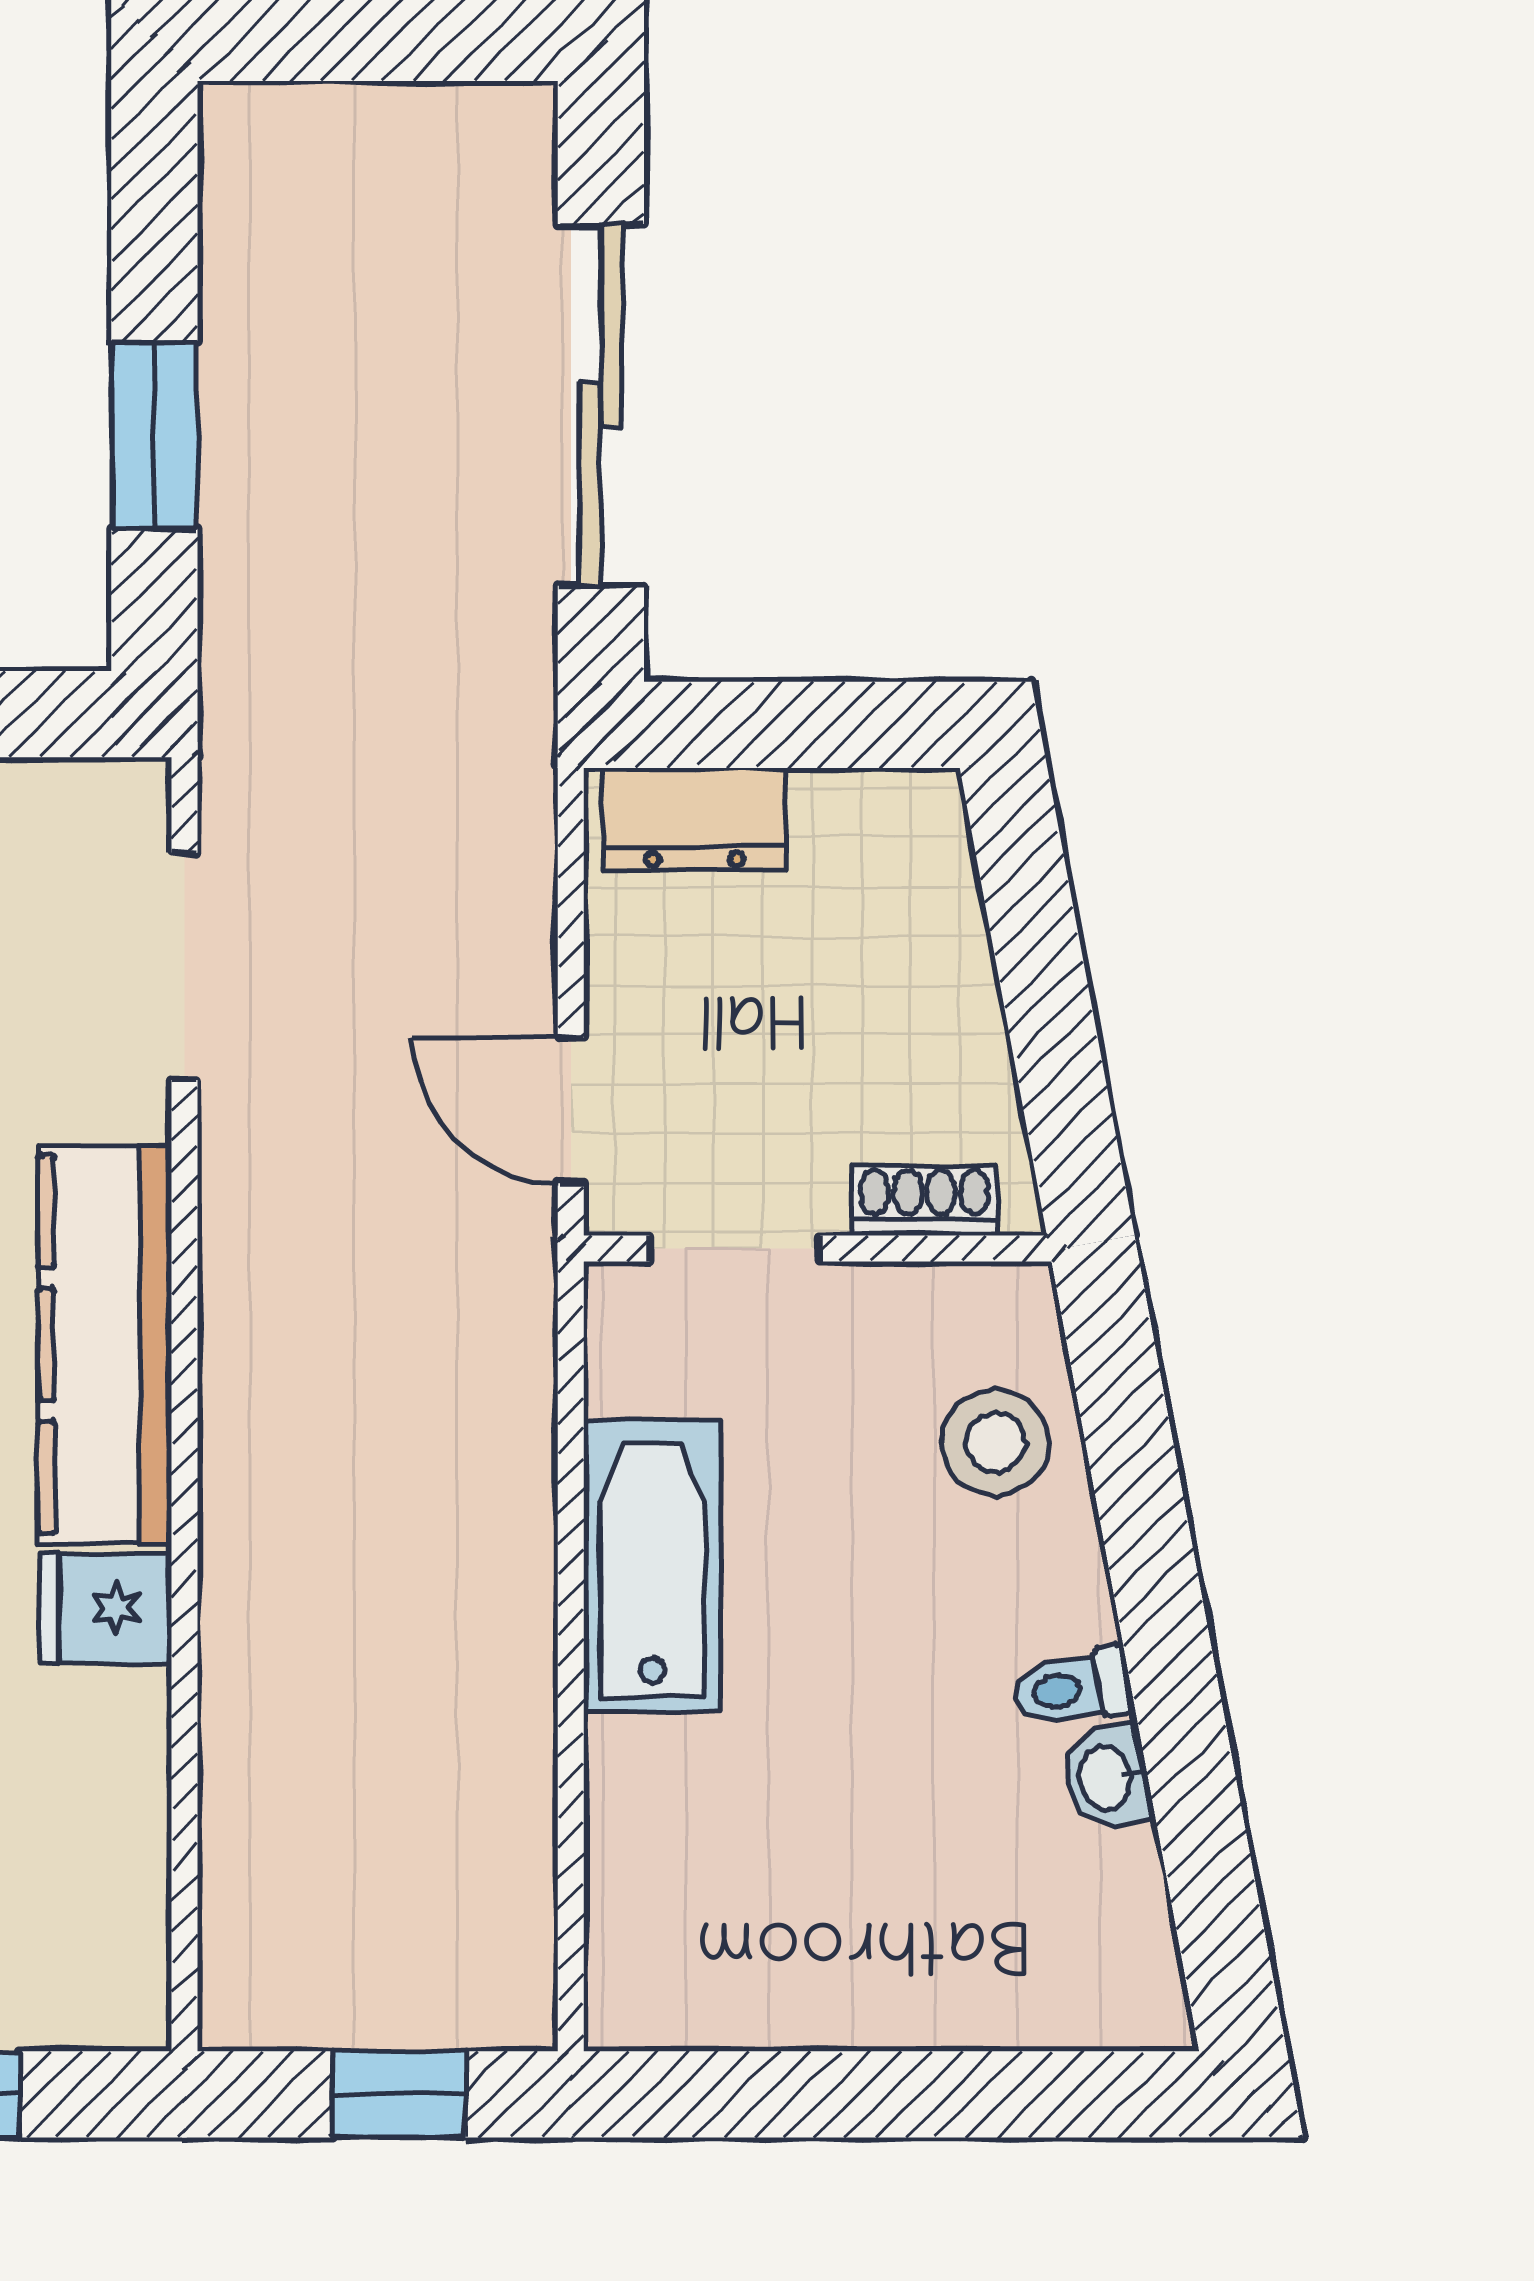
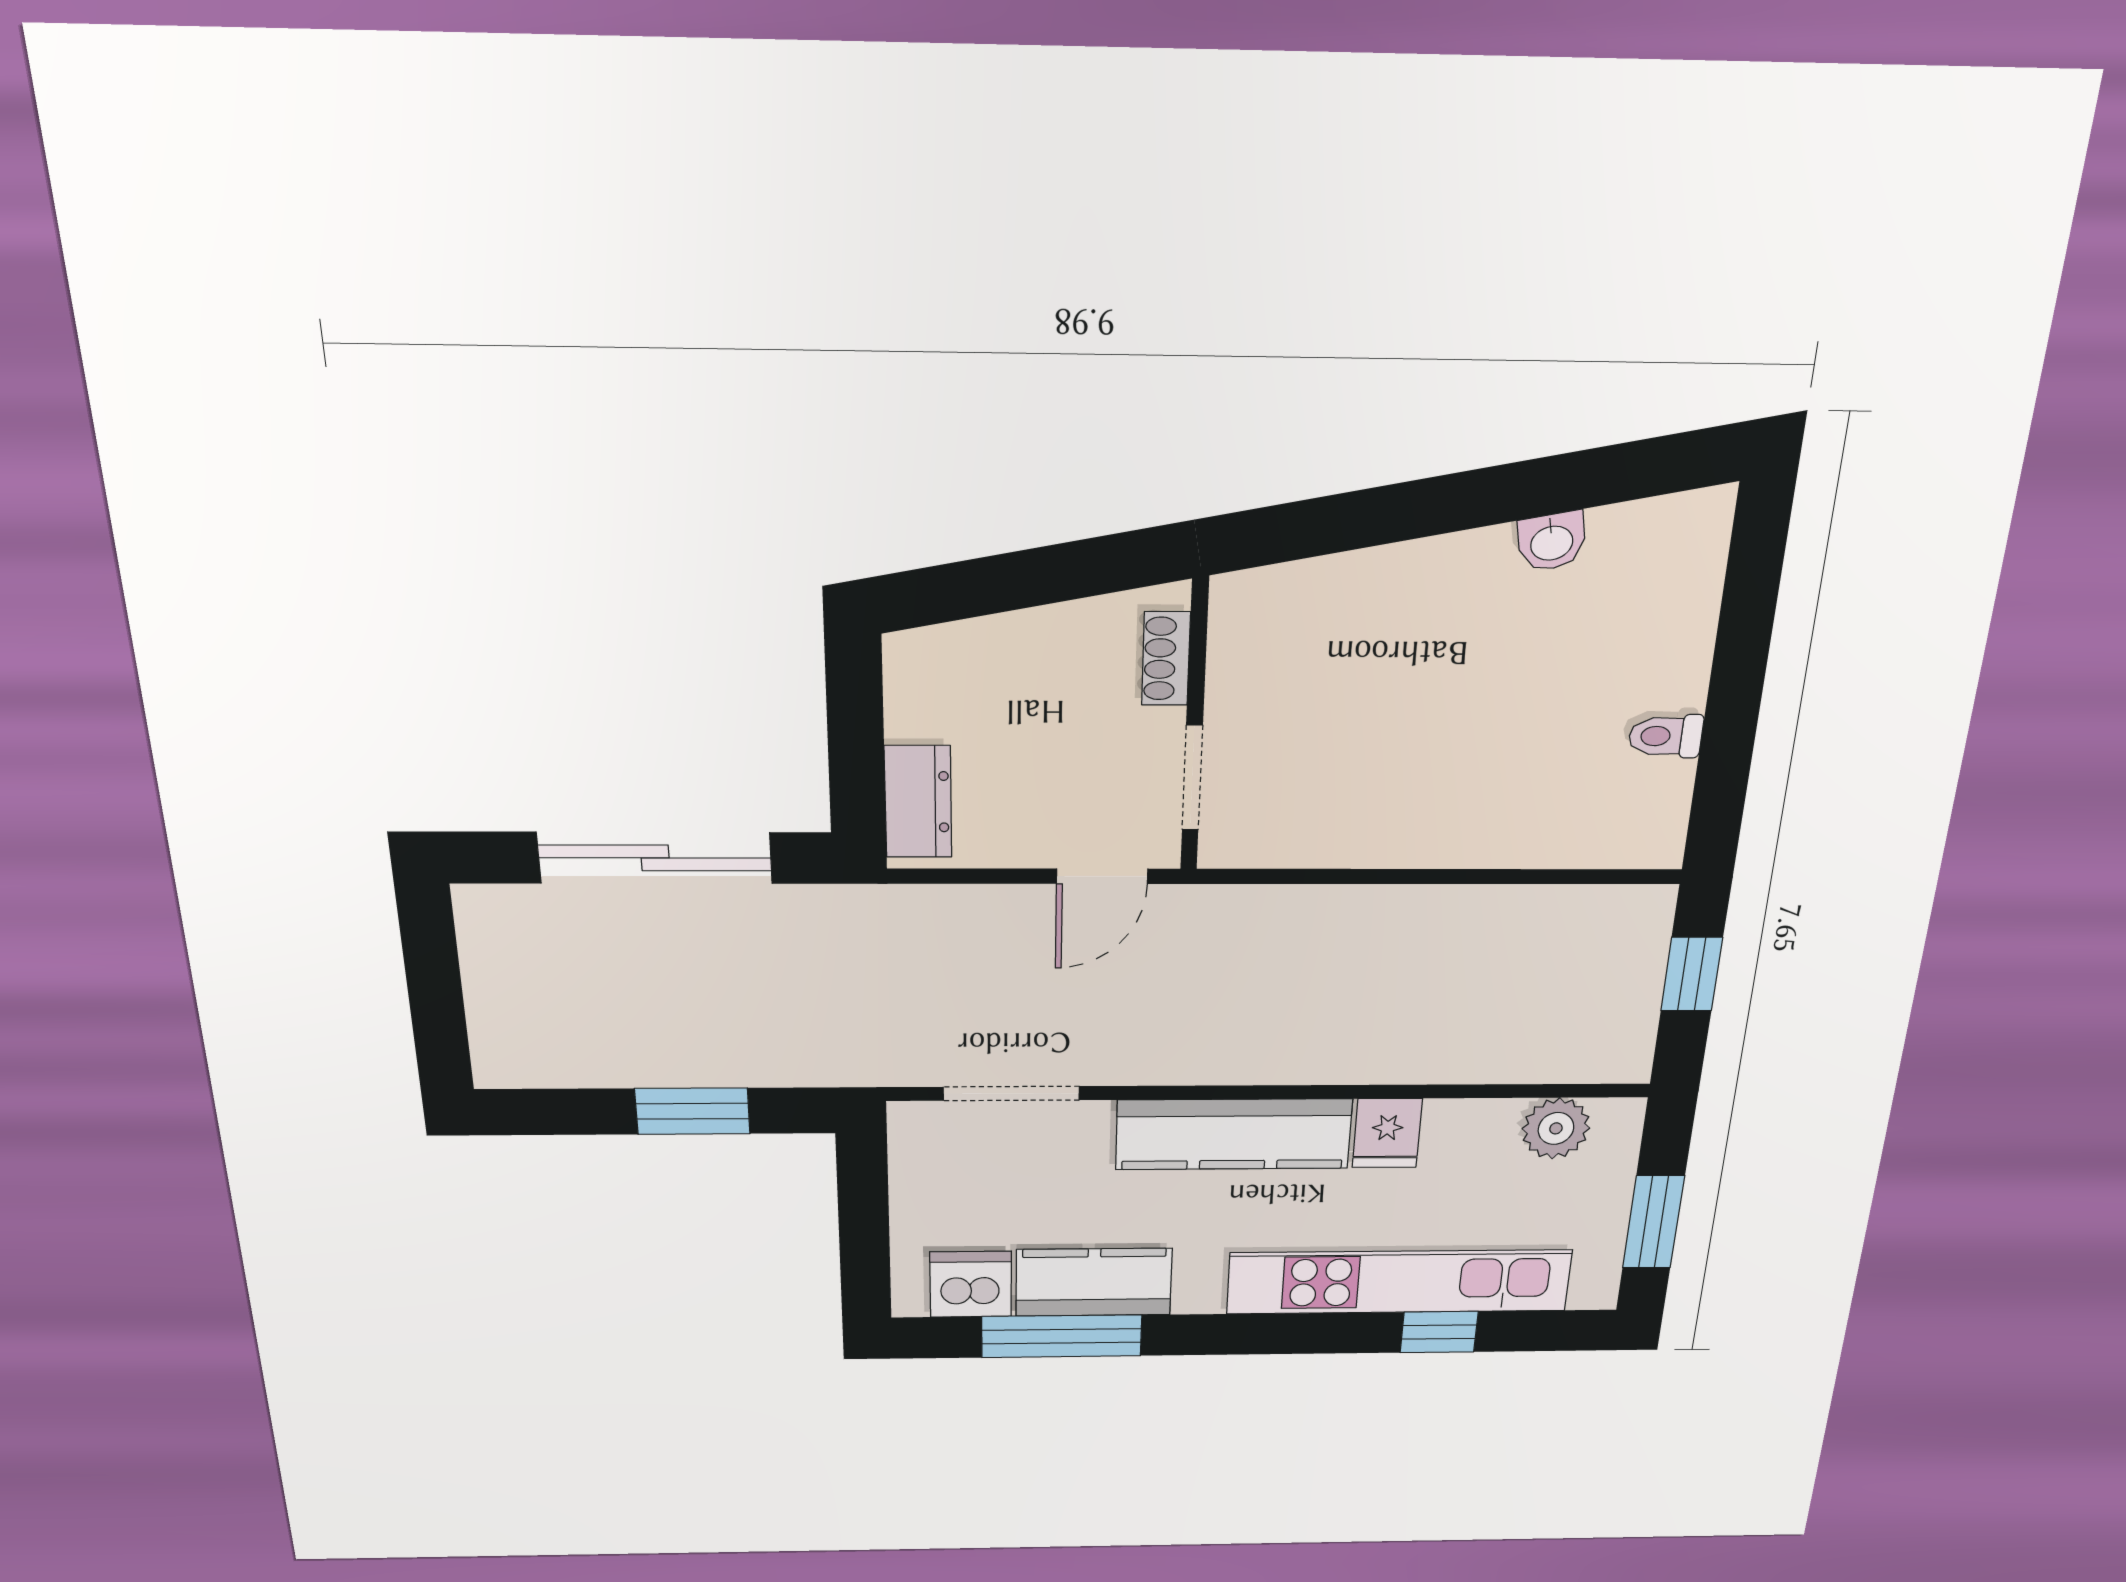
stool: (996, 1443) -> (1326, 614), removed
bathtub: (652, 1566) -> (1388, 828), removed
toilet: (1073, 1688) -> (1666, 736), moved, turned 101
plant: (113, 1899) -> (1556, 1128), added

